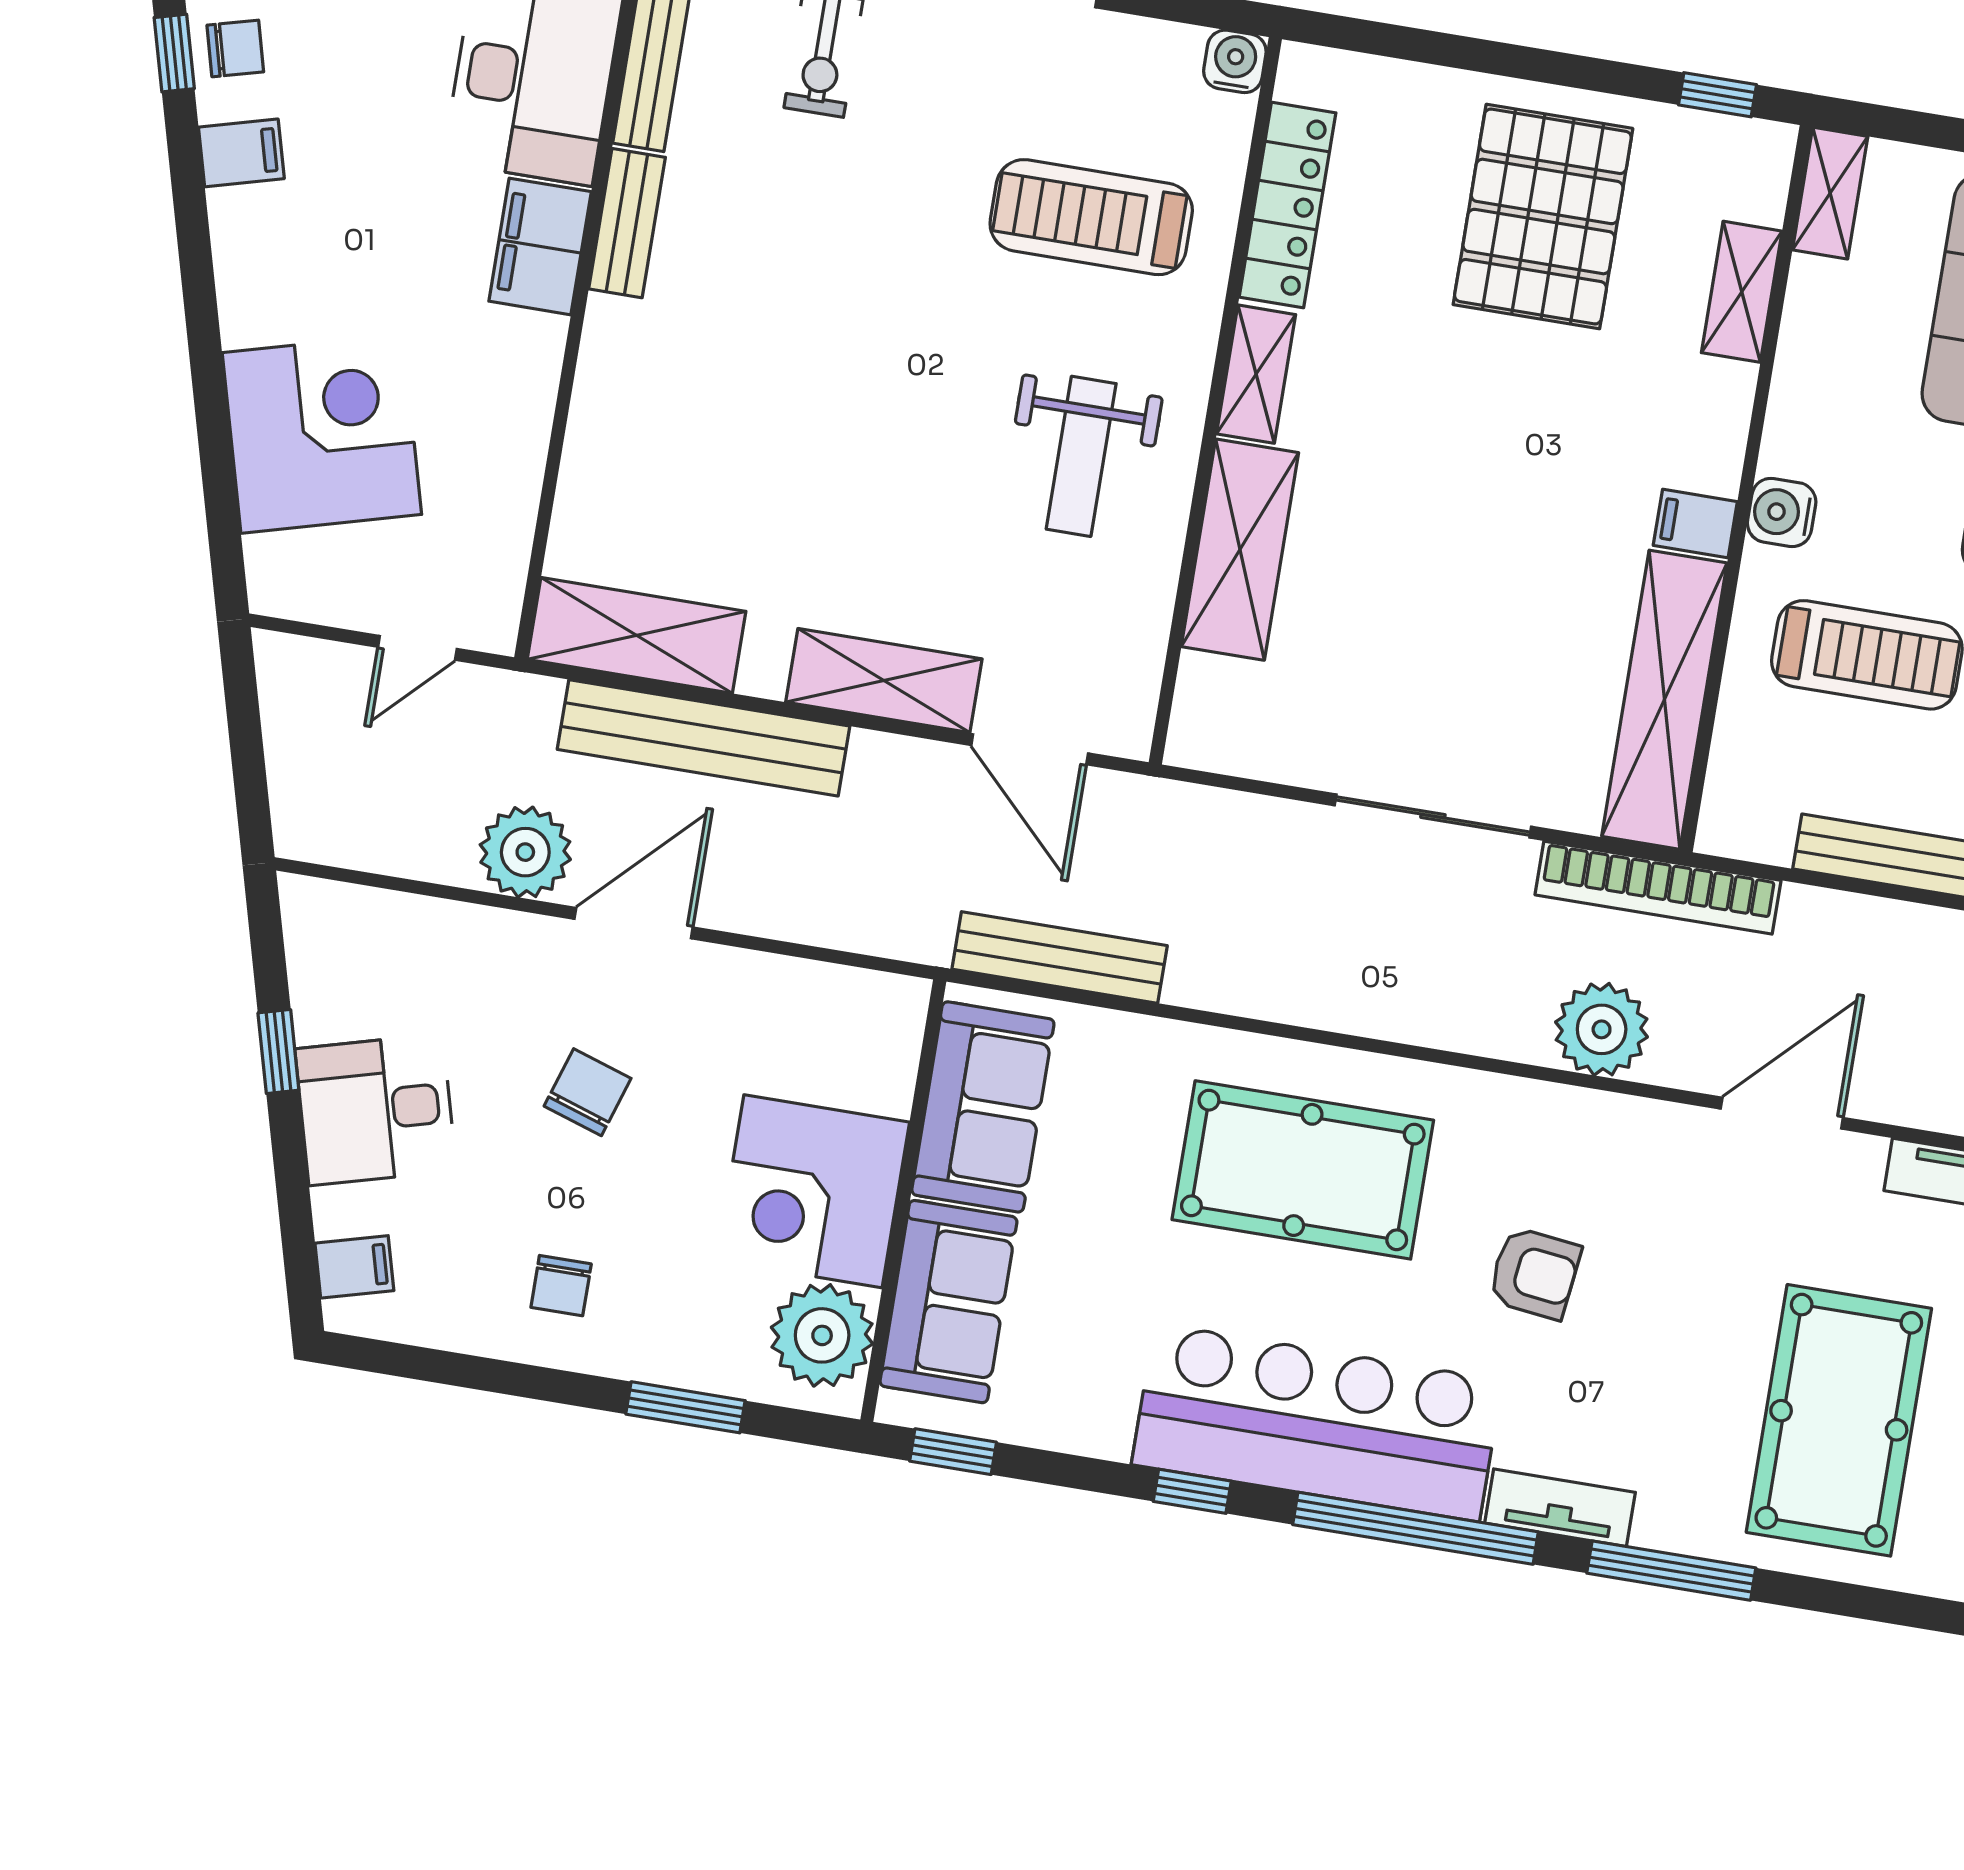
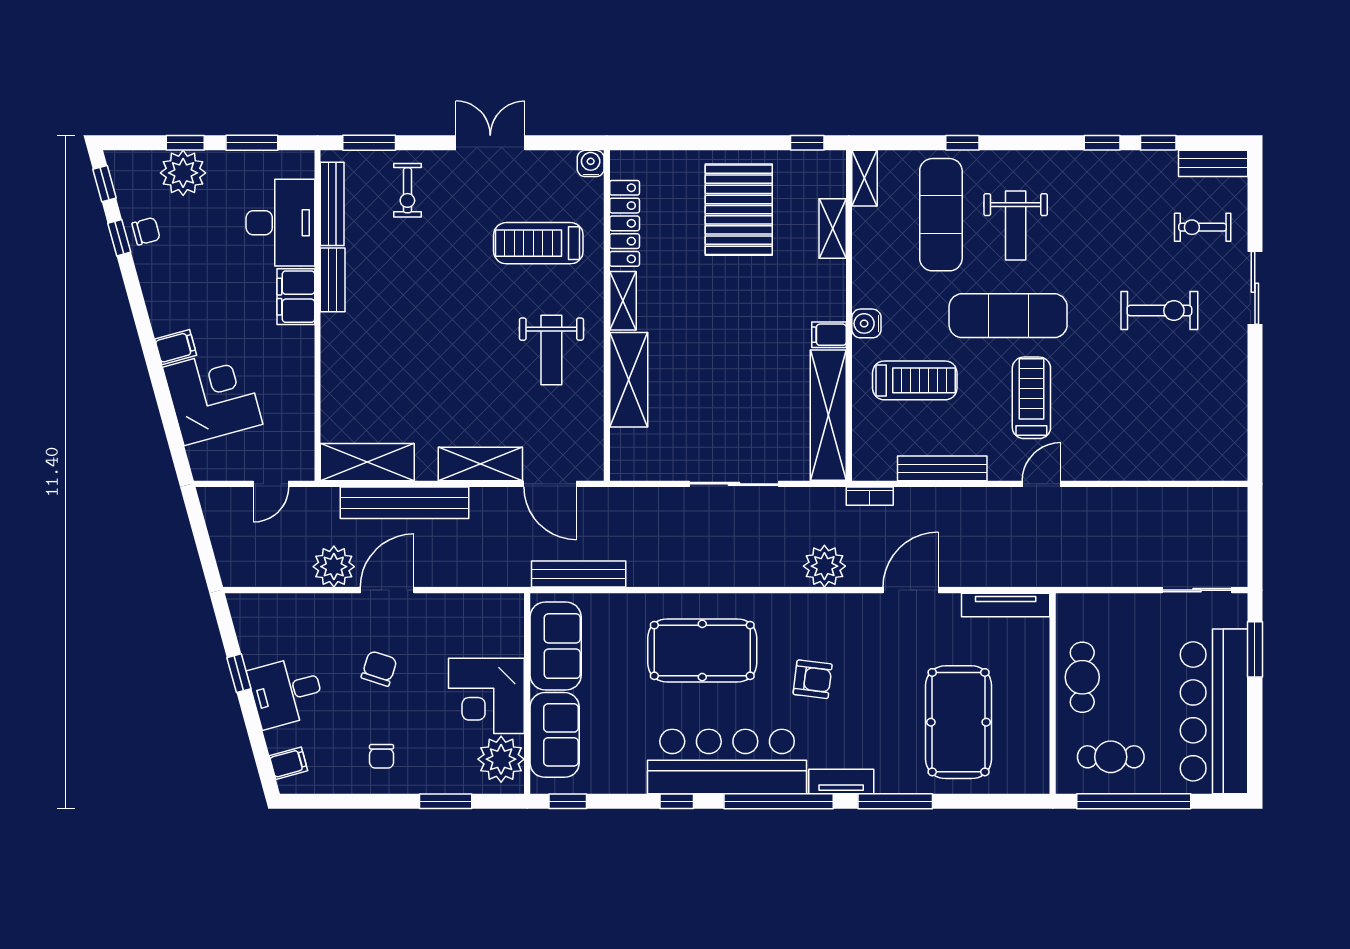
filing cabinet: (241, 153) -> (176, 347), moved
bookcase: (1658, 888) -> (870, 496), width x0.43, depth x0.76

